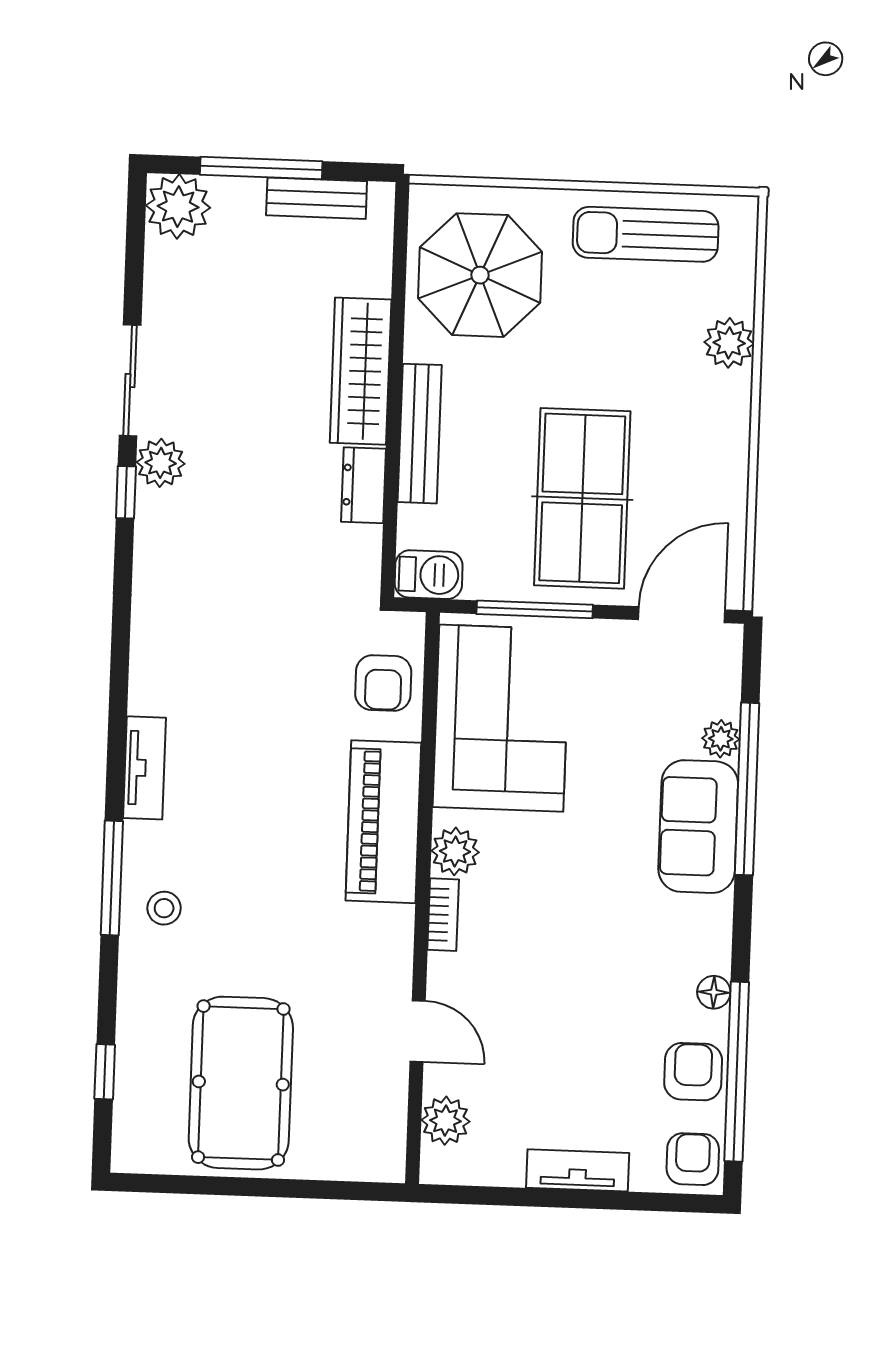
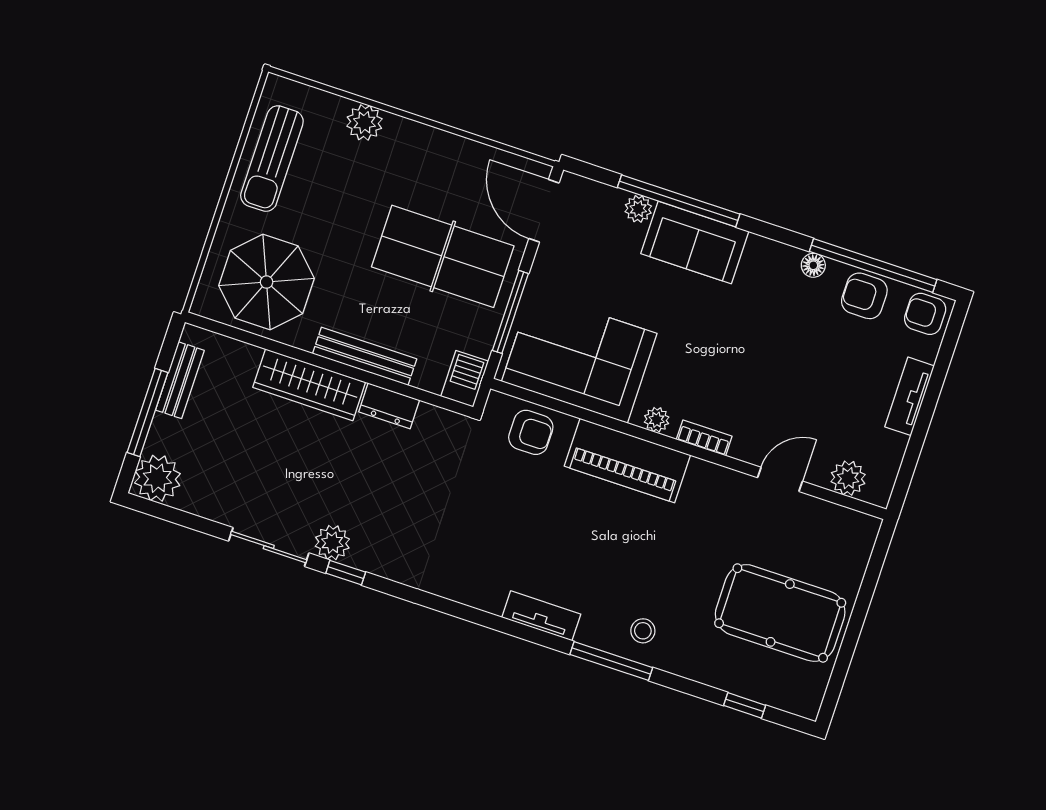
plant: (455, 851) -> (657, 420), width x0.73, depth x0.73

